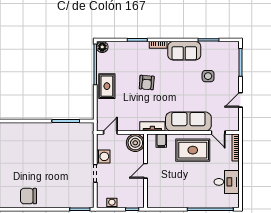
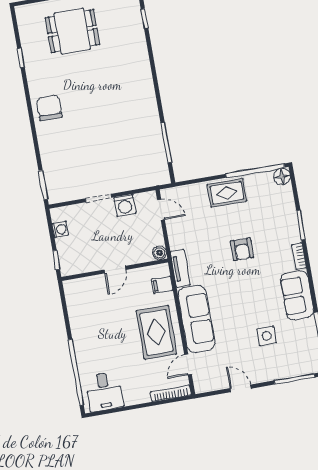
armchair: (147, 83) -> (242, 249), turned -94
boiler: (135, 143) -> (159, 253), width x0.54, depth x0.54
door: (146, 171) -> (115, 270), swing flipped
desk: (227, 182) -> (104, 392), moved

